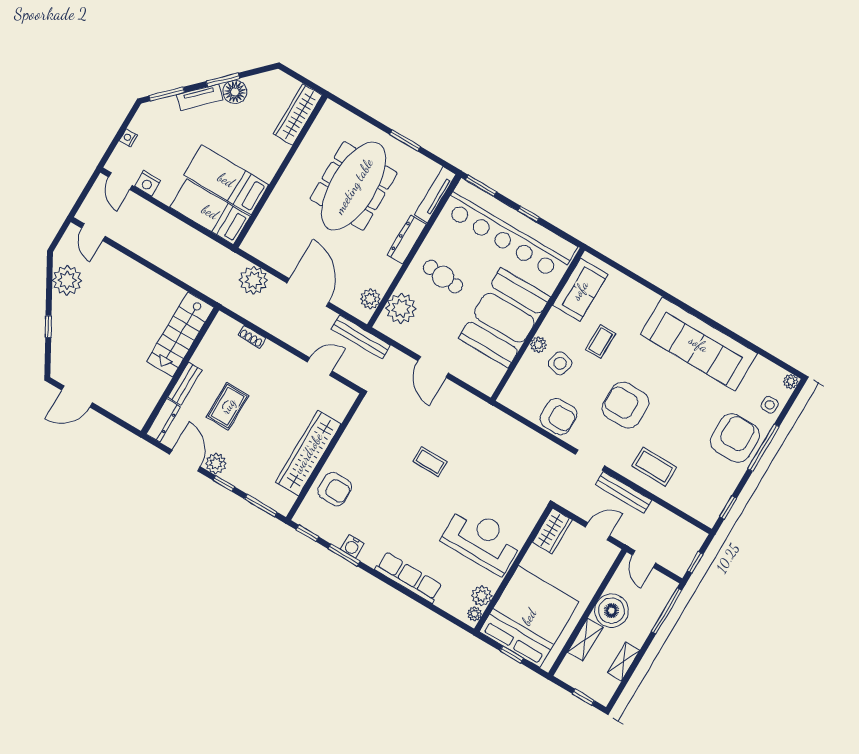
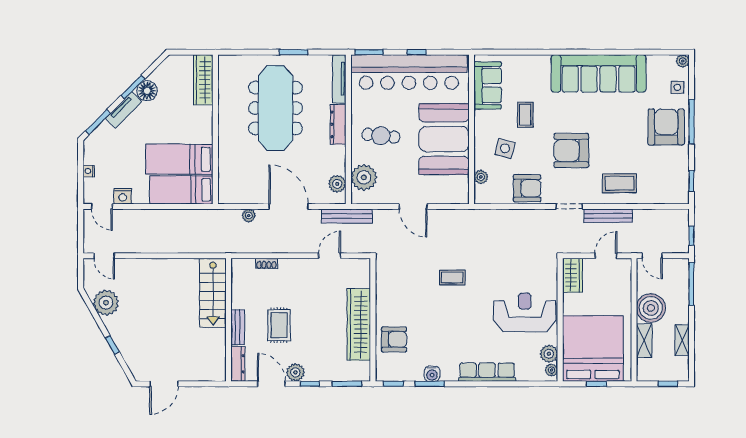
plant: (254, 280) -> (249, 215), width x0.53, depth x0.53
plant: (538, 345) -> (481, 177), moved

